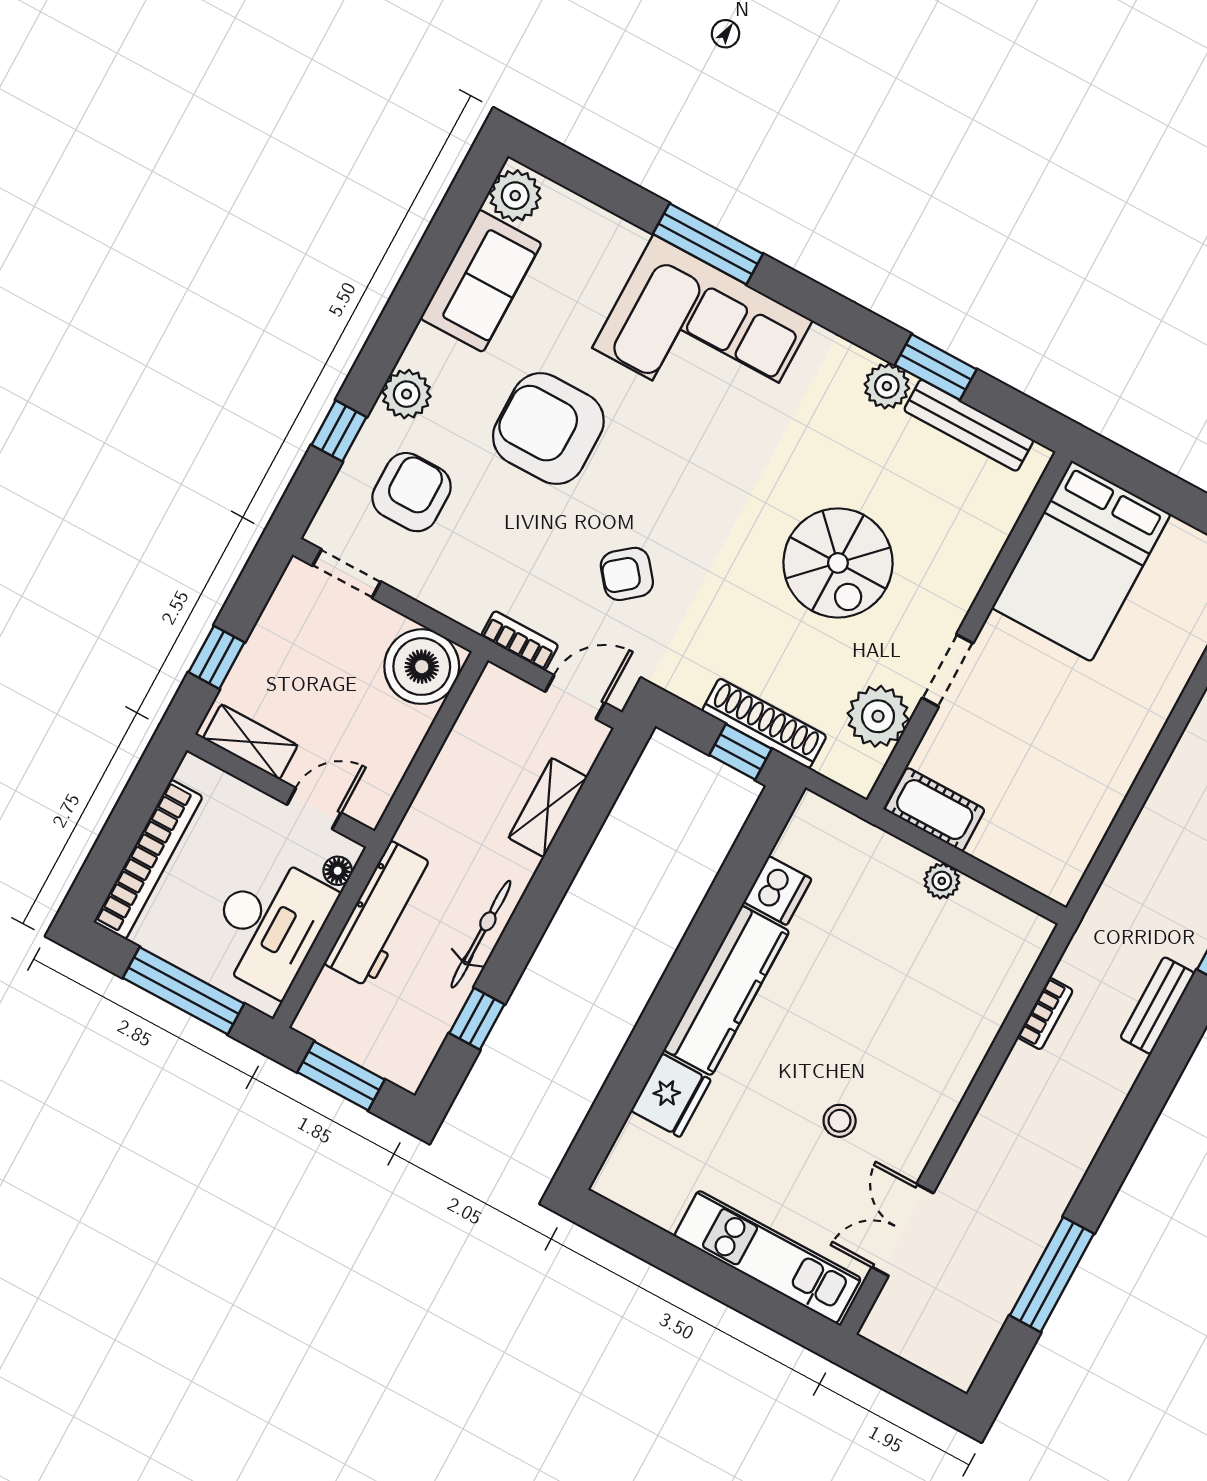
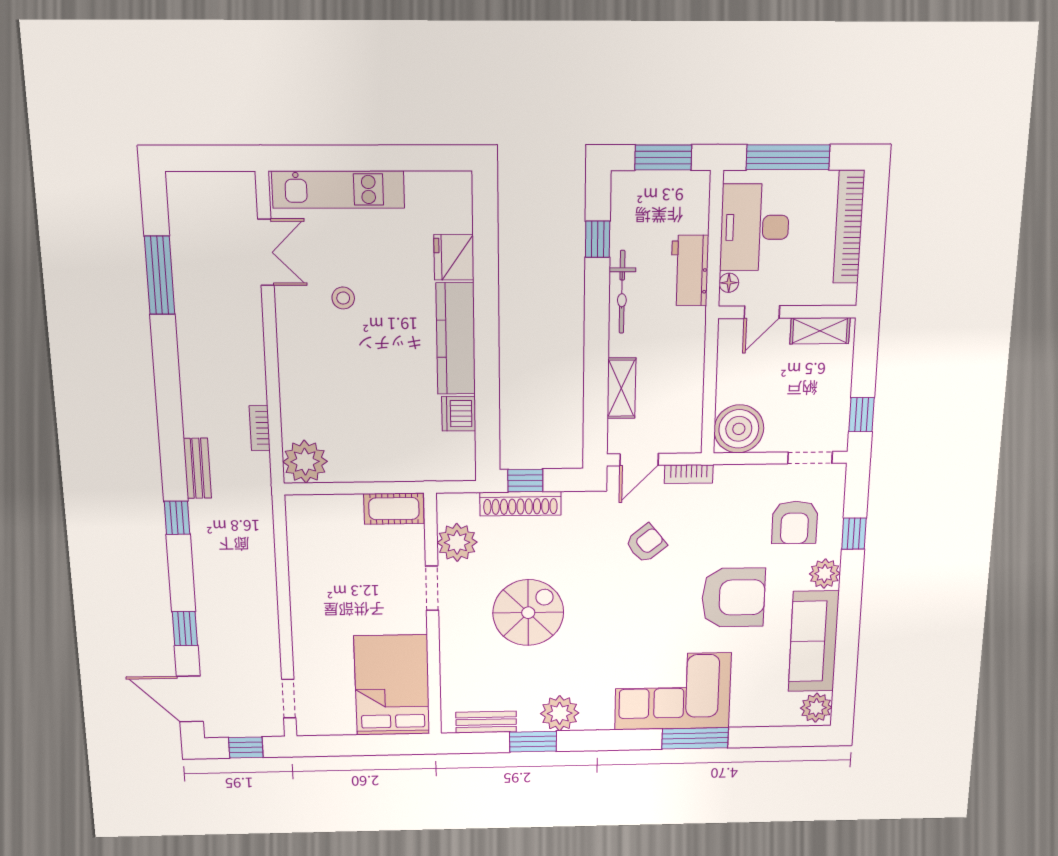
sofa: (481, 281) -> (814, 641), width x1.36
plant: (887, 386) -> (560, 713), width x1.36, depth x1.36
bench: (969, 425) -> (486, 722), width x0.73
spiral stairs: (838, 563) -> (528, 613), turned 90
window: (217, 657) -> (861, 415), moved
plant: (942, 881) -> (305, 462), moved, width x1.88, depth x1.88
workbench: (380, 914) -> (690, 270), width x0.73

